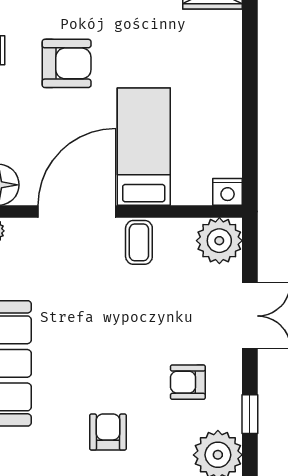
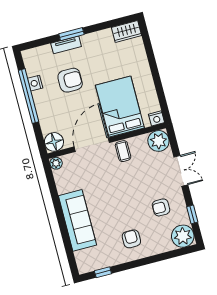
bed: (144, 147) -> (120, 107), width x1.50

